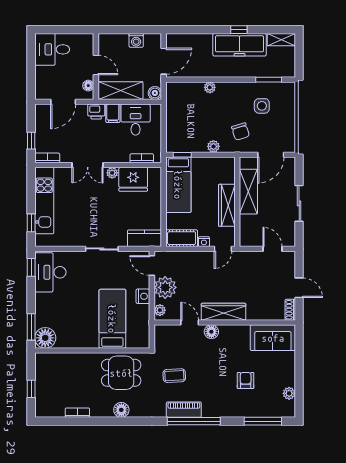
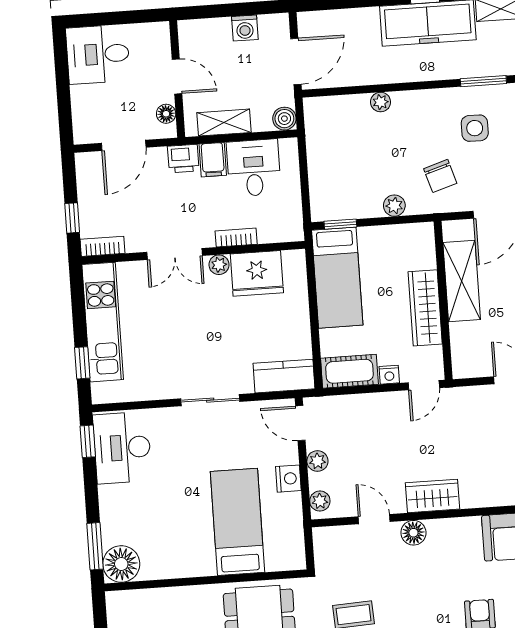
shelving: (121, 91) -> (224, 123), width x0.67, depth x0.75
bookcase: (142, 158) -> (236, 238), moved
plant: (165, 287) -> (317, 461), width x0.53, depth x0.53
wardrobe: (224, 312) -> (433, 496), width x0.67

